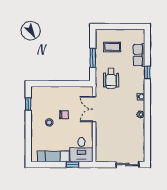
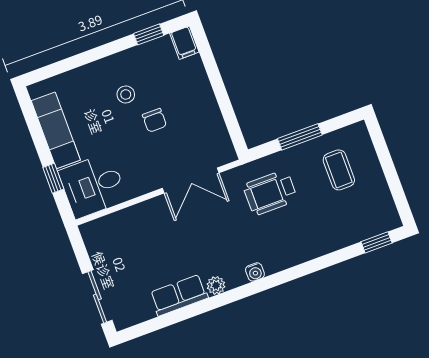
row of seats: (139, 55) -> (179, 295), moved
window: (147, 72) -> (377, 242), moved
filing cabinet: (37, 91) -> (184, 43), added
double door: (94, 109) -> (191, 181), swing flipped

